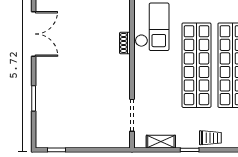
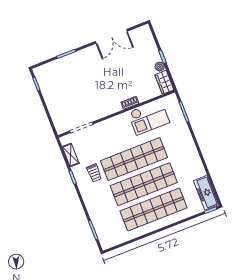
trolley: (210, 138) -> (94, 173), moved

